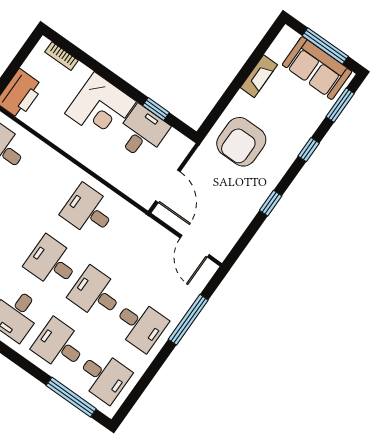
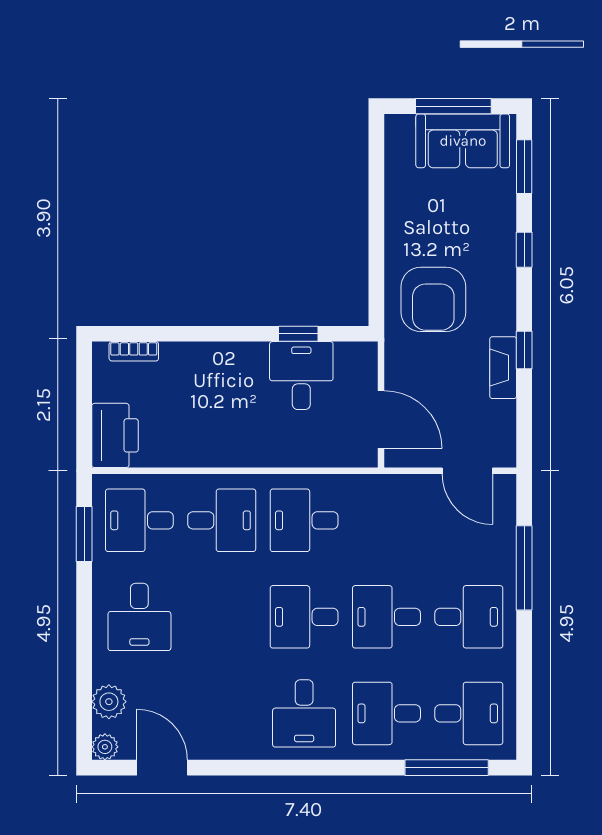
fireplace: (259, 76) -> (503, 368), moved, turned 180
corner desk: (100, 108) -> (228, 381), removed
desk: (45, 180) -> (222, 520), added

